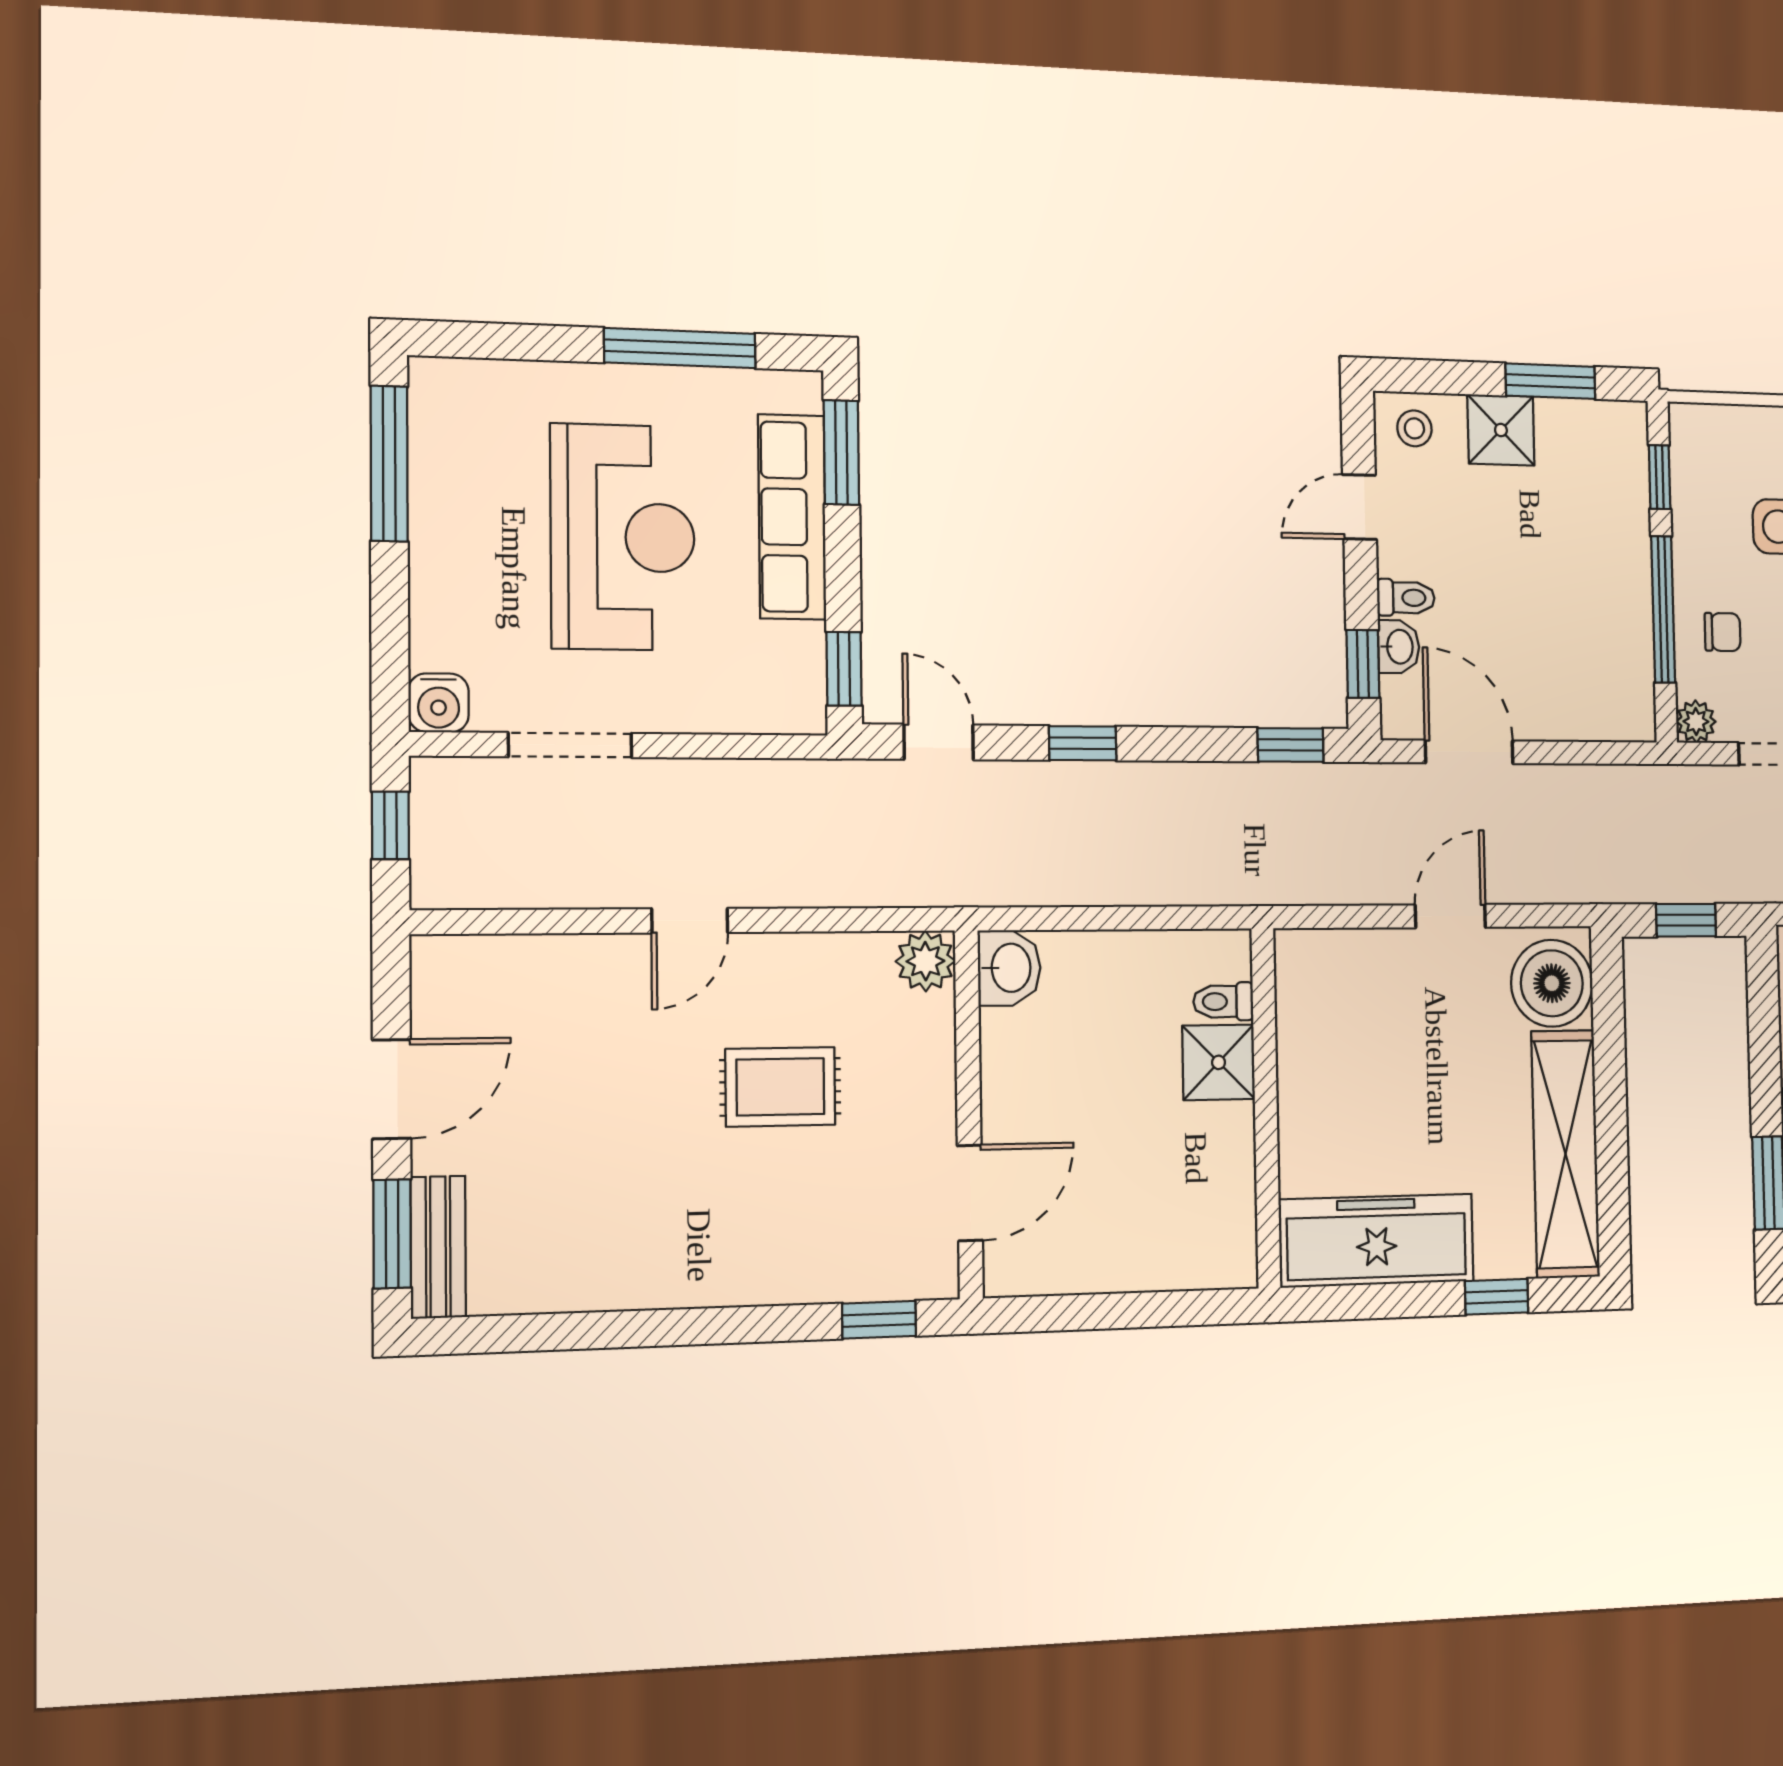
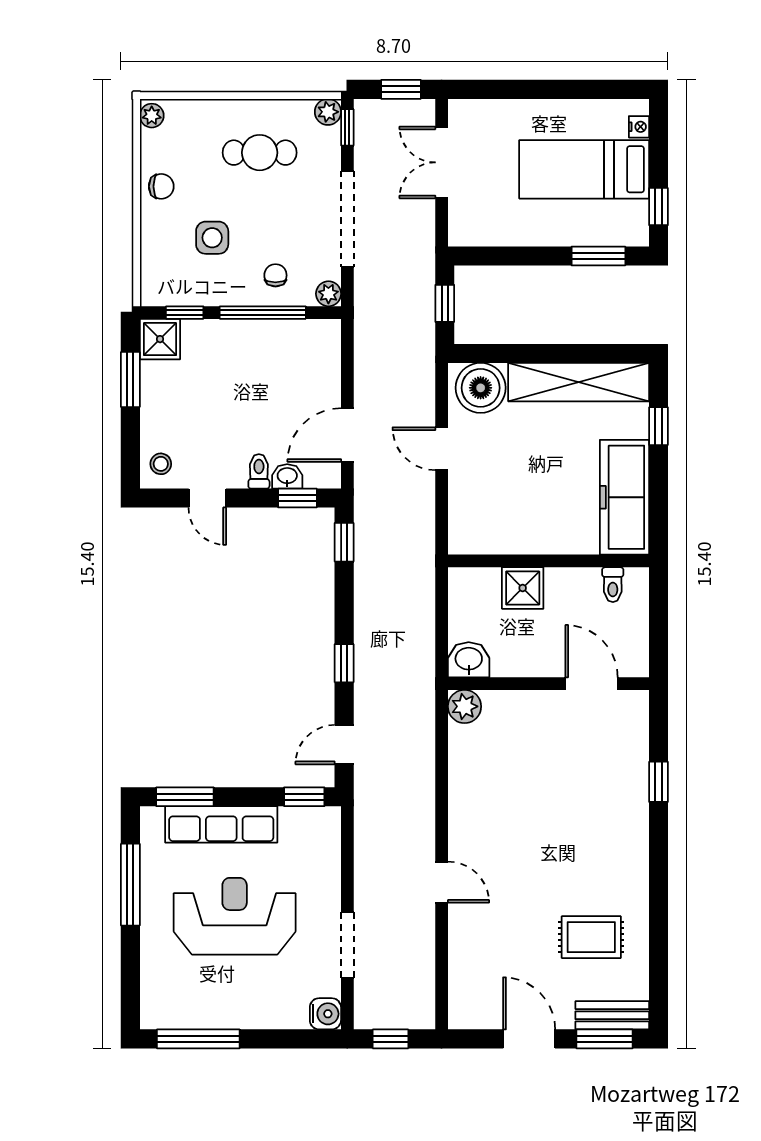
shower: (1501, 430) -> (160, 339), moved
plant: (925, 961) -> (465, 706), moved
washbasin: (1009, 968) -> (469, 660), moved
toilet: (1223, 1002) -> (613, 585), moved
rug: (780, 1087) -> (591, 937), moved, turned 90
wall: (969, 1114) -> (549, 684), moved
door: (970, 1193) -> (592, 684), moved

